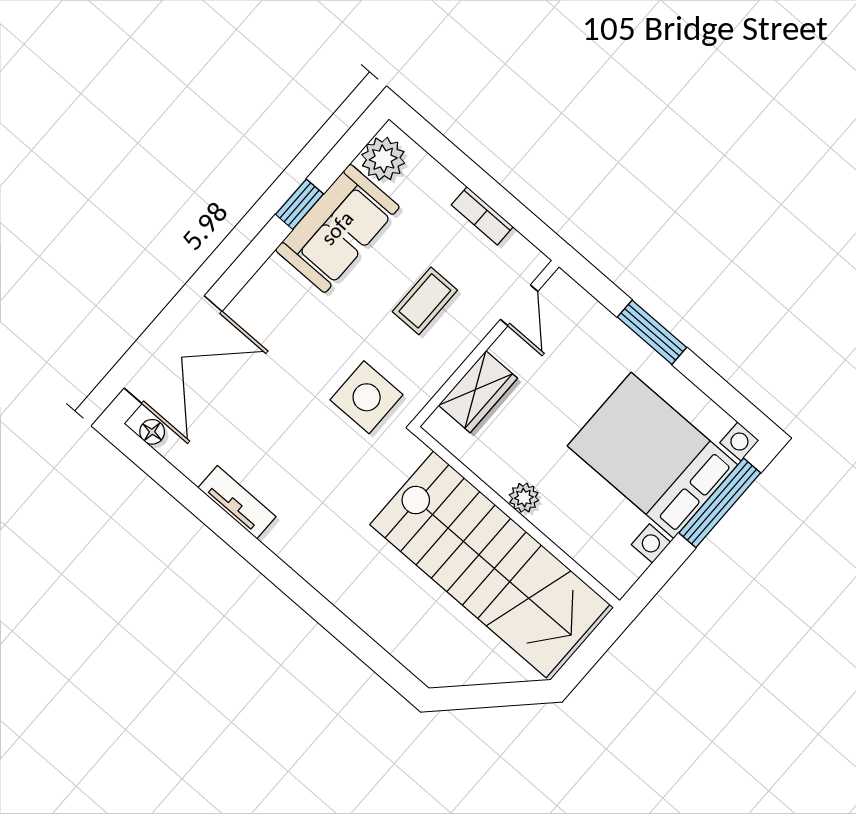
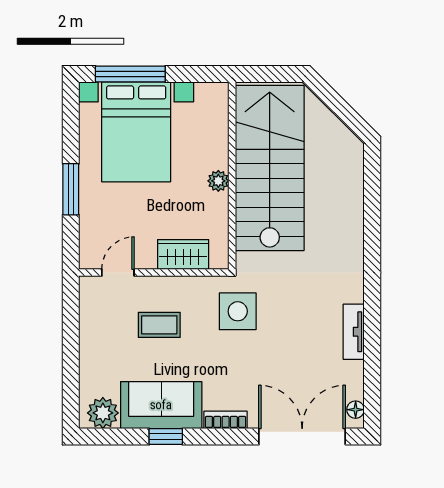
bookcase: (482, 216) -> (226, 420), moved, turned -90

